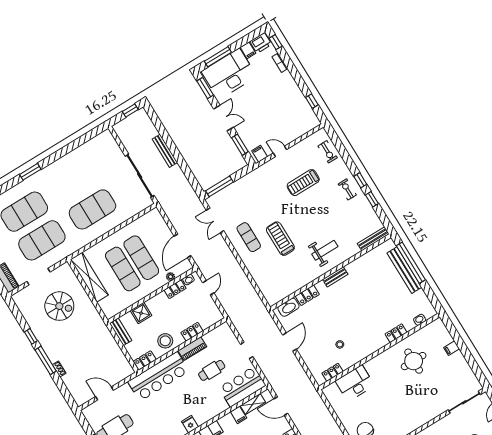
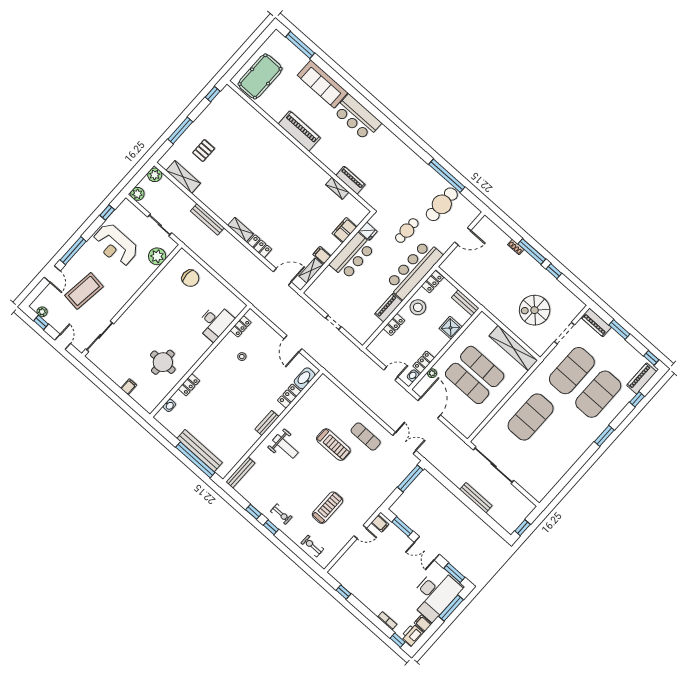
weight bench: (325, 250) -> (285, 446), turned -90
door: (208, 288) -> (391, 374), swing flipped
cafe table: (212, 370) -> (407, 231), moved
bar counter: (242, 387) -> (352, 256), moved

